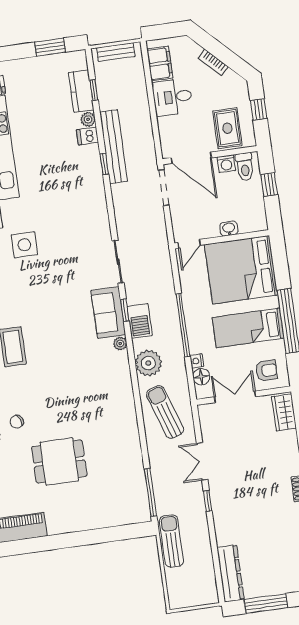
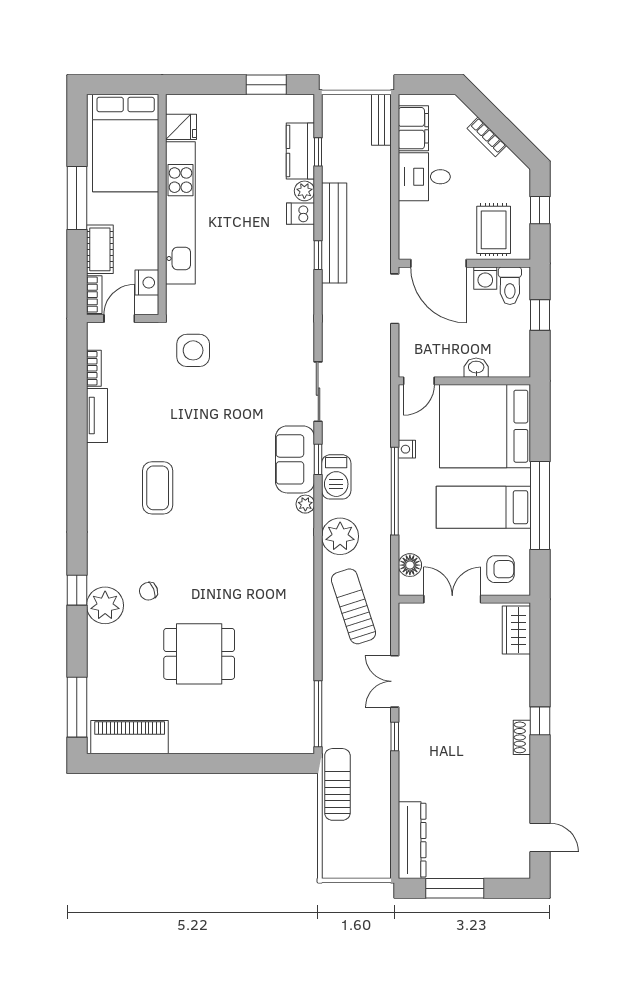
bench: (116, 52) -> (381, 120), moved, turned 90
nightstand: (197, 361) -> (407, 449), moved

